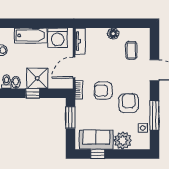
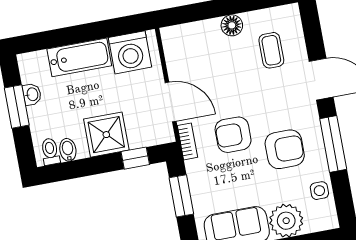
tv unit: (80, 41) -> (173, 51), removed
door: (74, 68) -> (171, 102), swing flipped
window: (33, 93) -> (135, 158), moved
armchair: (129, 103) -> (285, 149), turned 90
window: (154, 116) -> (333, 144), moved

